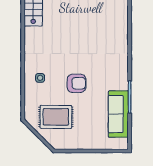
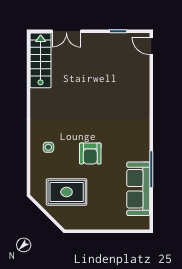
armchair: (76, 83) -> (90, 153), turned 90

